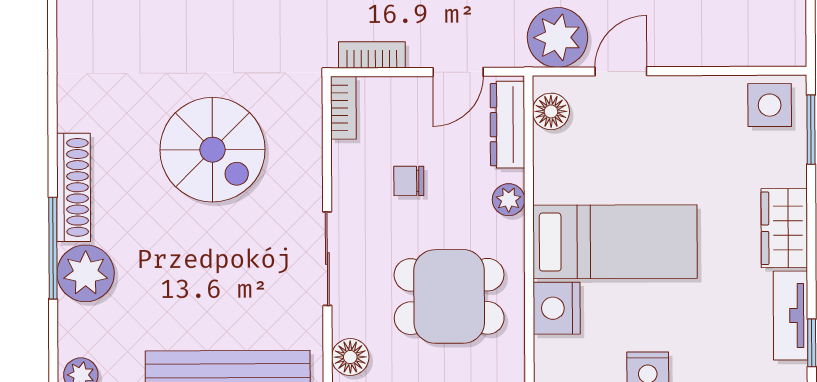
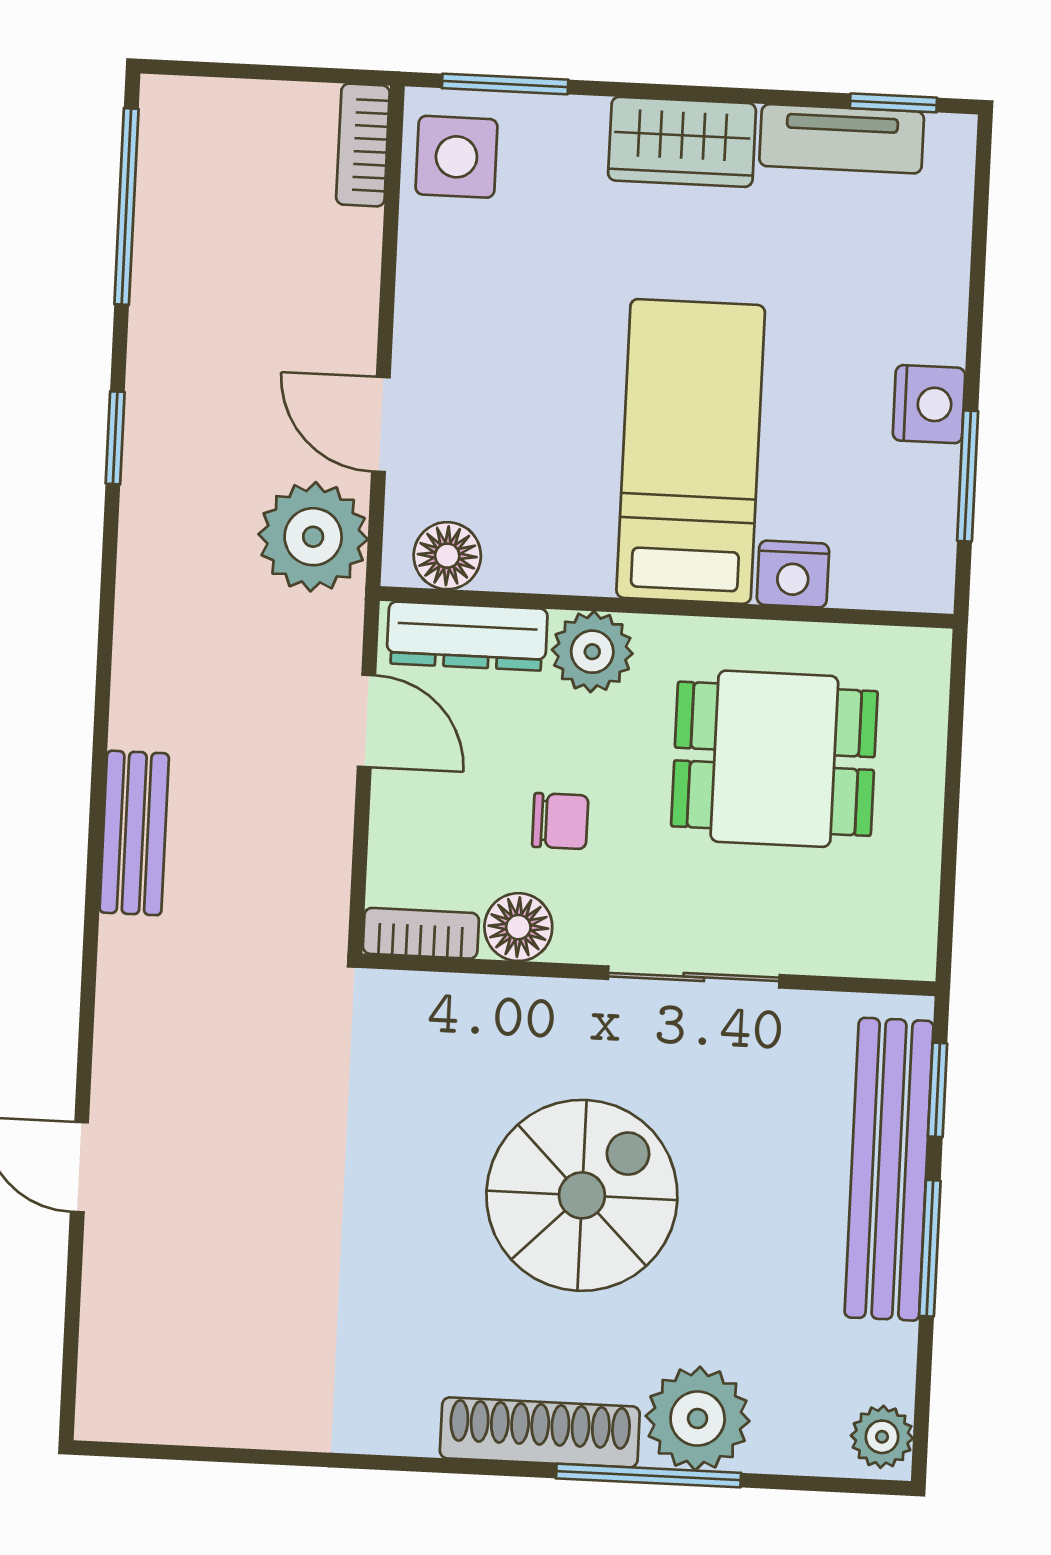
bookcase: (372, 55) -> (363, 145), moved
spiral stairs: (212, 150) -> (582, 1195), moved
chair: (409, 181) -> (560, 821), turned -90
plant: (509, 200) -> (592, 652), width x1.38, depth x1.38
dining table: (449, 296) -> (774, 759), turned 90
nightstand: (557, 308) -> (793, 574), width x0.74, depth x0.75
floor lamp: (350, 357) -> (518, 927), moved

